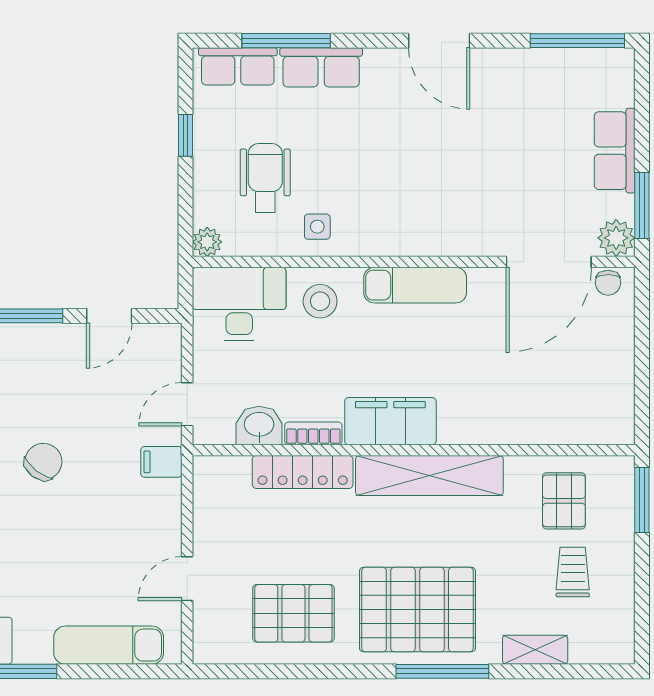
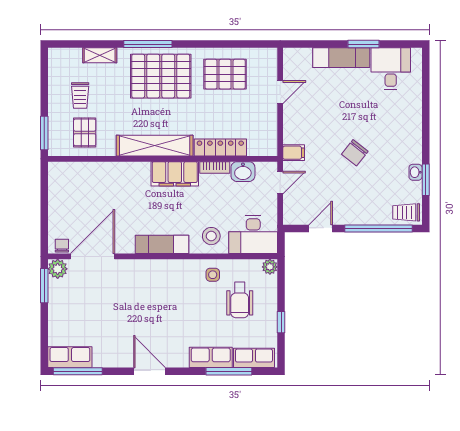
row of seats: (615, 151) -> (70, 357), moved, turned -90
exam couch: (109, 645) -> (341, 58), moved

